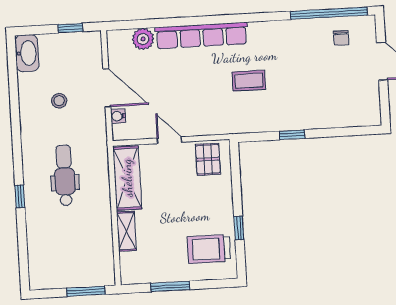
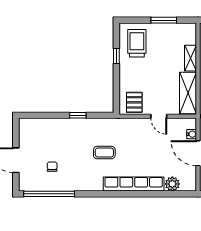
chair: (341, 38) -> (52, 167), moved
trolley: (209, 249) -> (137, 43), turned -90

